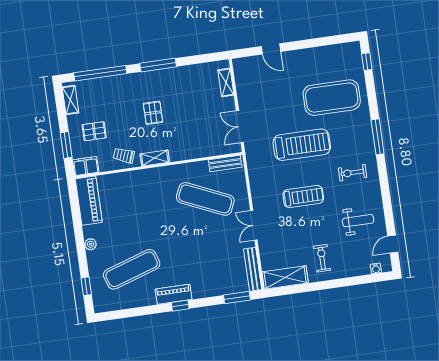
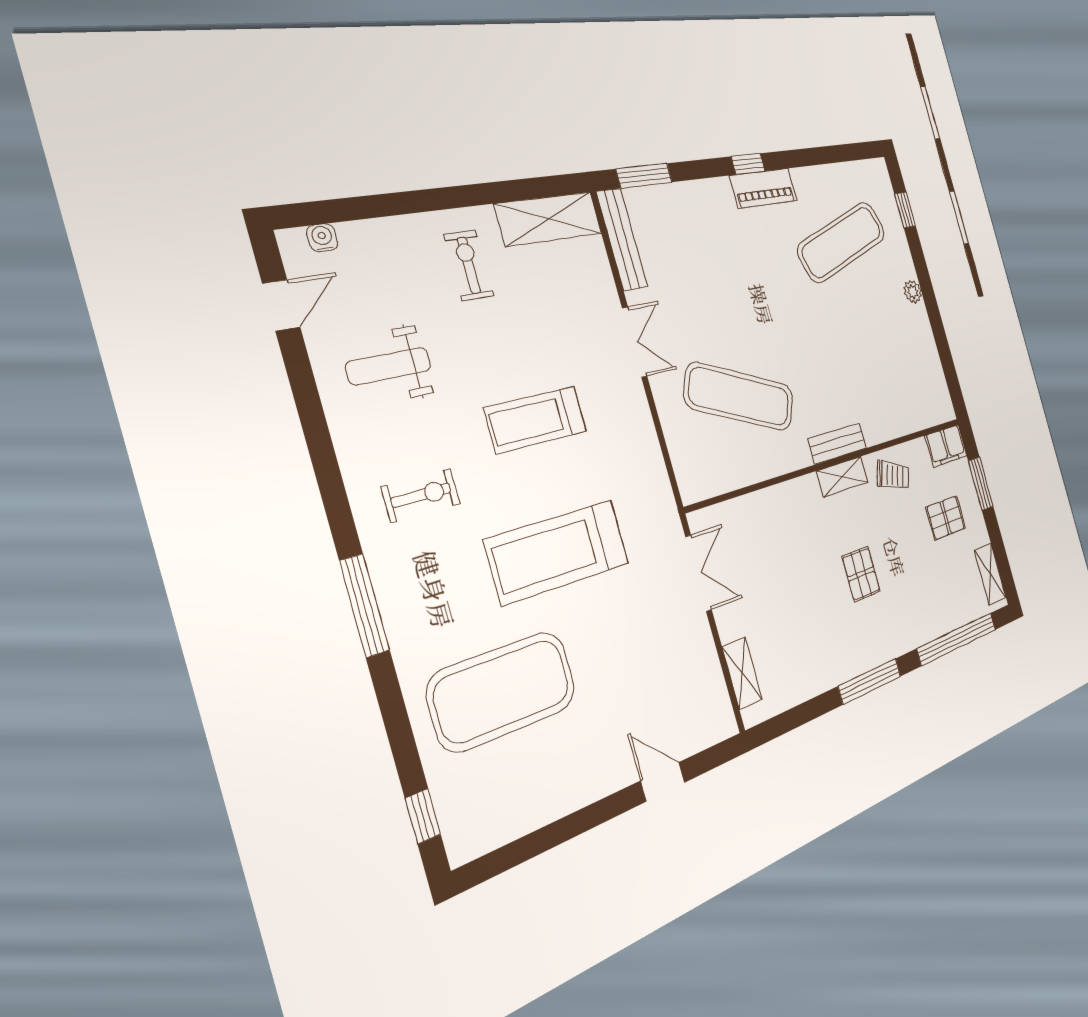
bench: (225, 163) -> (837, 443), moved
piano: (89, 201) -> (930, 378), removed
exercise bike: (322, 258) -> (469, 265), turned 180

